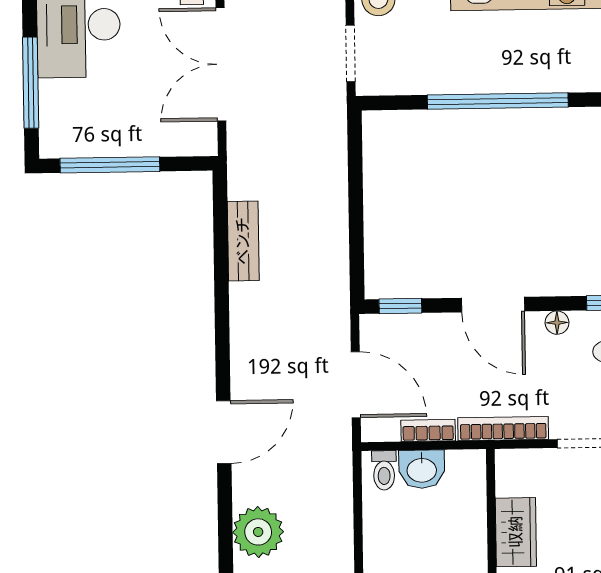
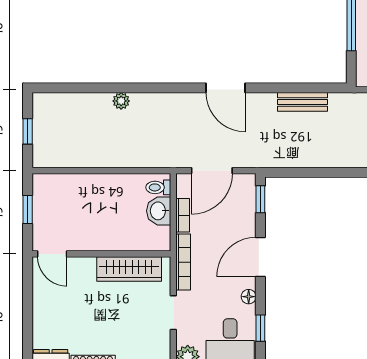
door: (224, 432) -> (226, 88), moved
plant: (258, 532) -> (121, 101), width x0.53, depth x0.53
wardrobe: (516, 532) -> (129, 269), width x1.50

